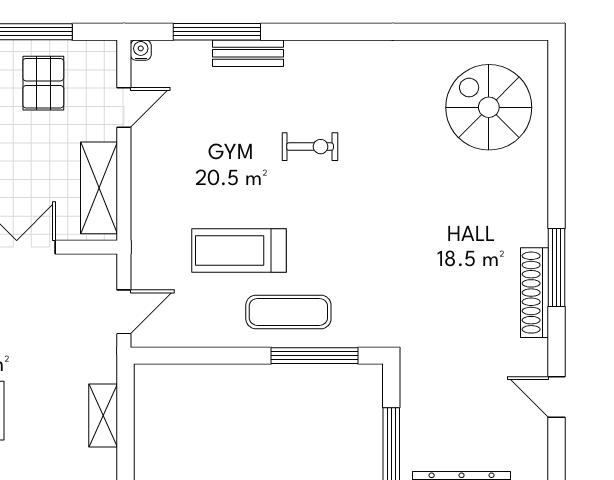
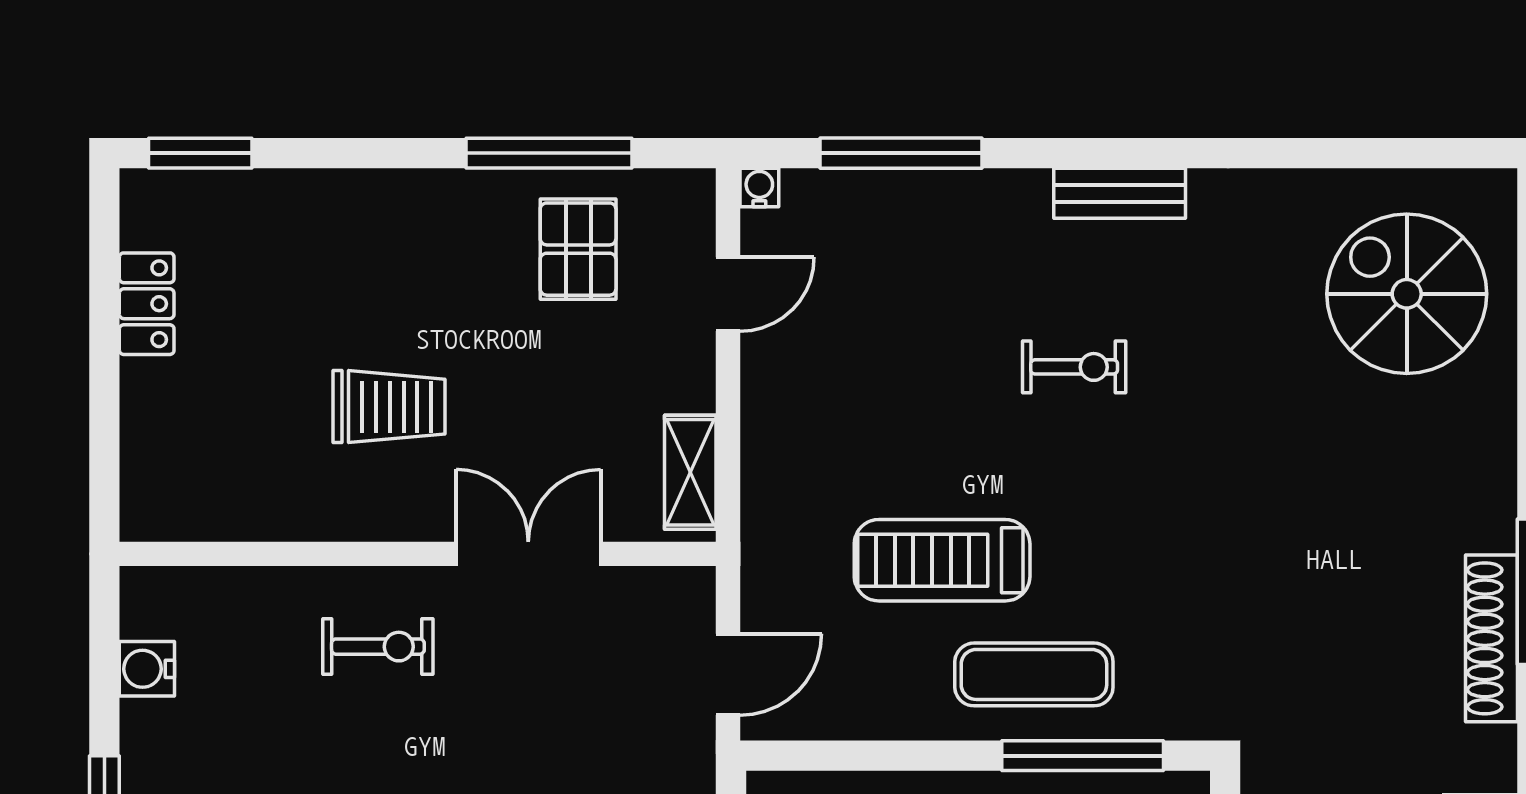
bench: (248, 53) -> (1120, 193), moved
shelving: (99, 188) -> (690, 472), width x0.67, depth x0.75

